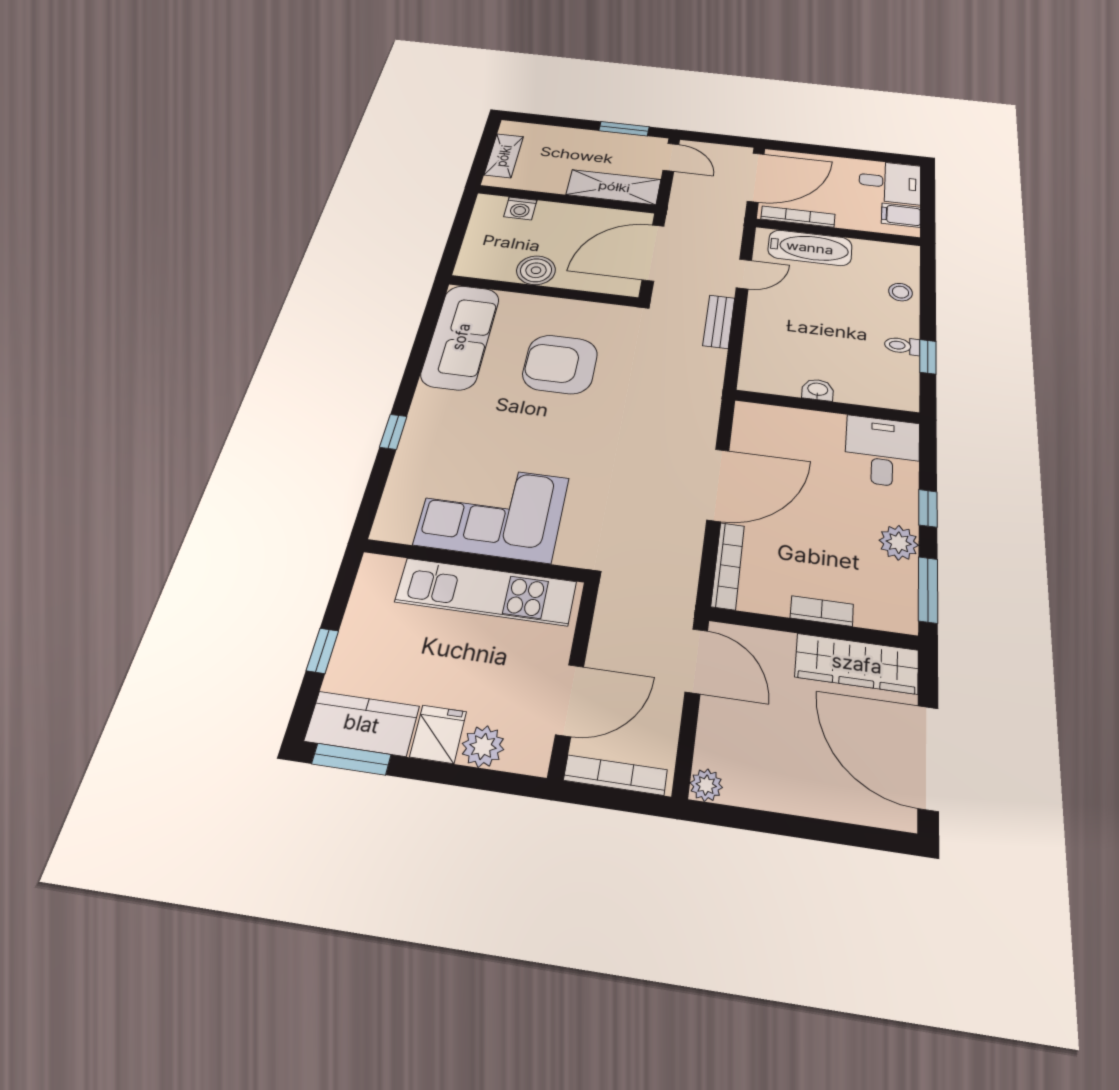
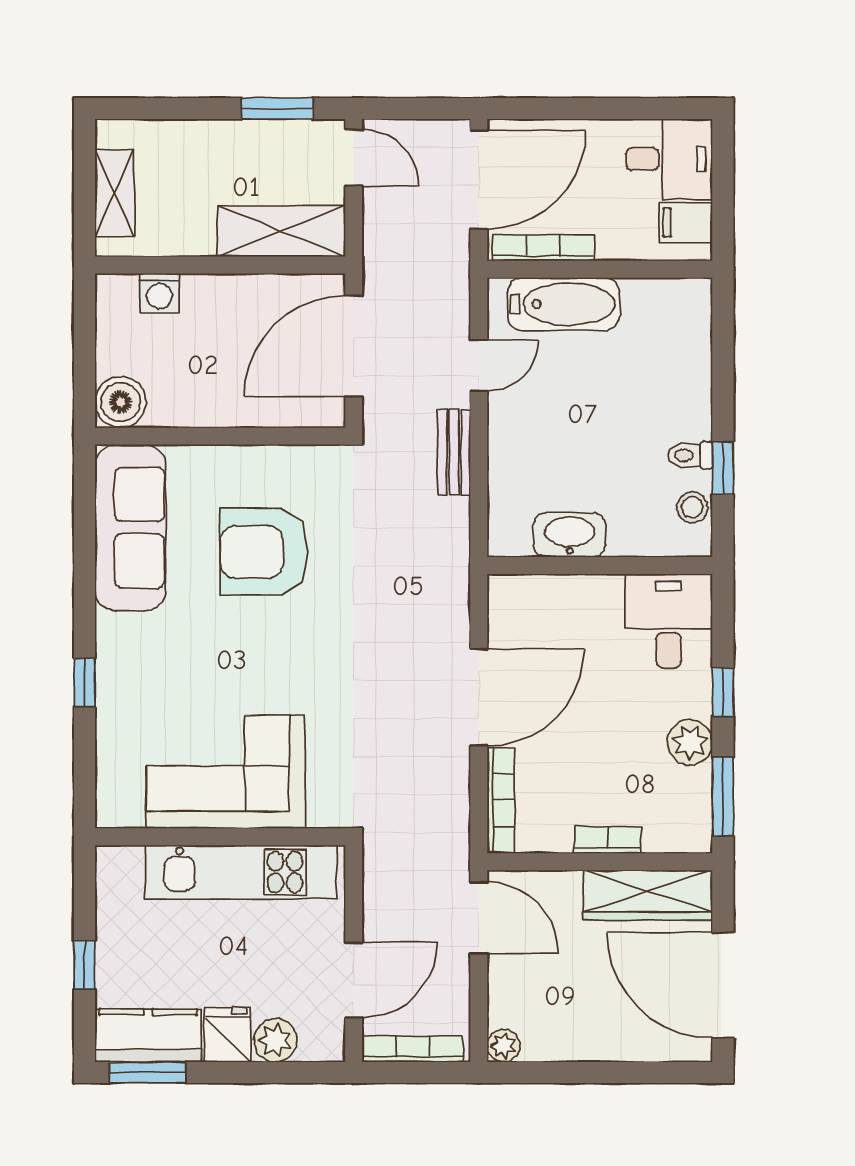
boiler: (536, 270) -> (121, 402), moved
stool: (900, 292) -> (692, 507), moved
washbasin: (818, 390) -> (570, 535), width x1.91, depth x1.45

